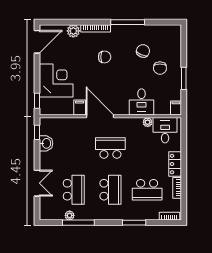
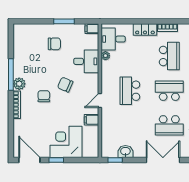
plant: (73, 31) -> (19, 84), moved
chair: (143, 51) -> (65, 85), moved
window: (37, 101) -> (56, 160), moved
door: (100, 116) -> (100, 100), width x0.53
double door: (37, 183) -> (163, 160), width x1.37
school desk: (74, 190) -> (169, 125), turned 180

